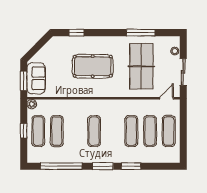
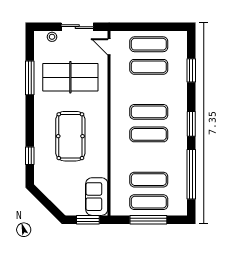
sofa: (36, 78) -> (97, 197), moved, turned -90
plant: (32, 104) -> (116, 210), removed
window: (24, 131) -> (148, 220), width x2.17
exercise mat: (131, 131) -> (149, 112), moved
window: (131, 166) -> (191, 70), moved

